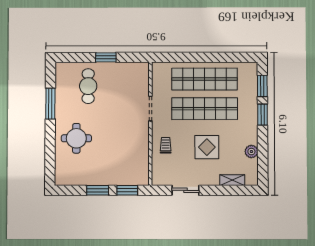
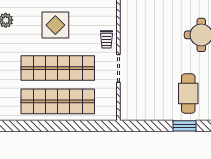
window: (106, 57) -> (184, 126), moved
trolley: (166, 145) -> (106, 39), moved

